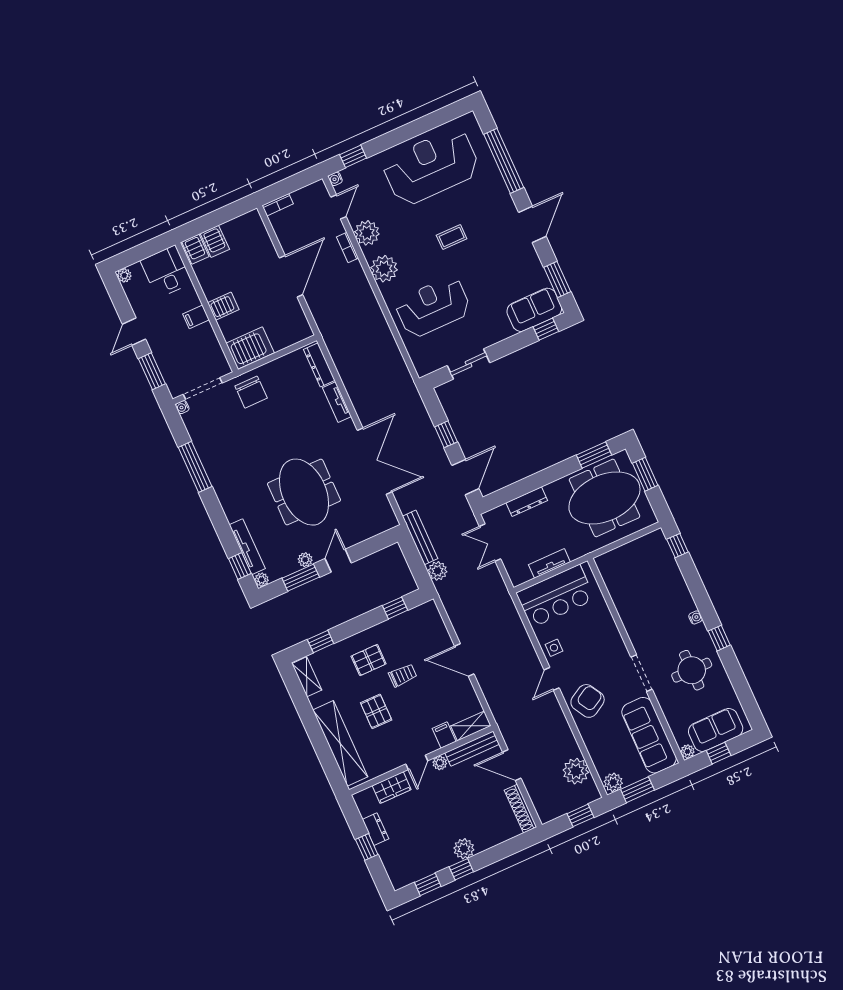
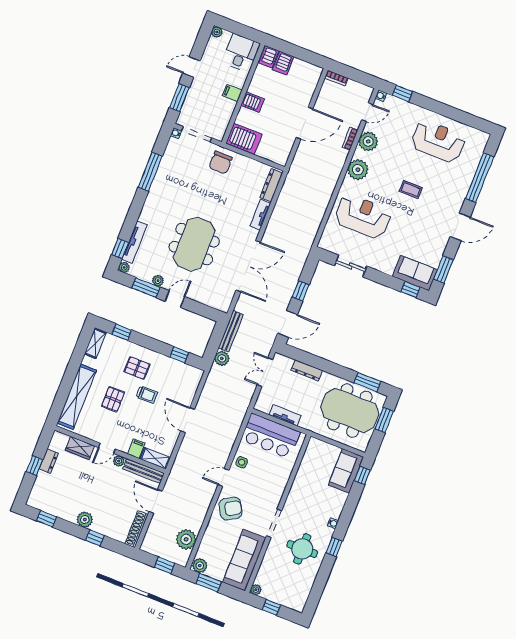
reception desk: (431, 167) -> (438, 141), width x0.74, depth x0.77
sofa: (716, 730) -> (346, 471), moved, turned -90
window: (461, 869) -> (95, 538), moved

